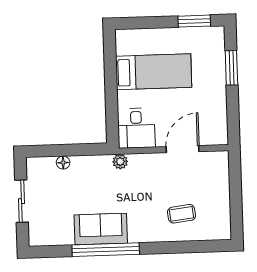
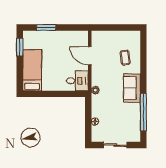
bed: (154, 72) -> (32, 70), moved
sofa: (101, 229) -> (132, 88), moved
window: (106, 250) -> (143, 112), moved

